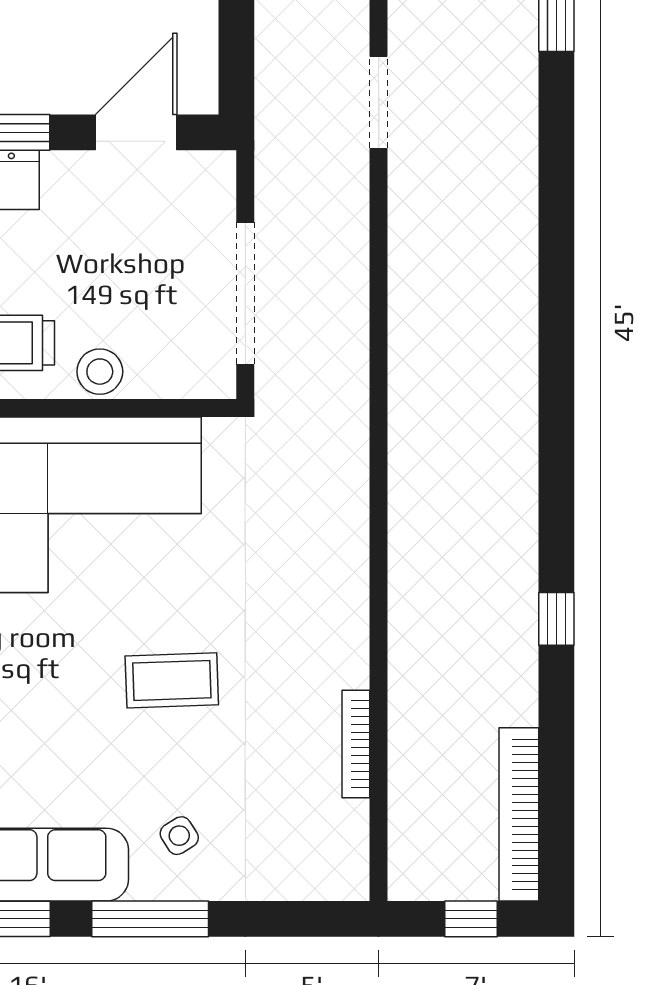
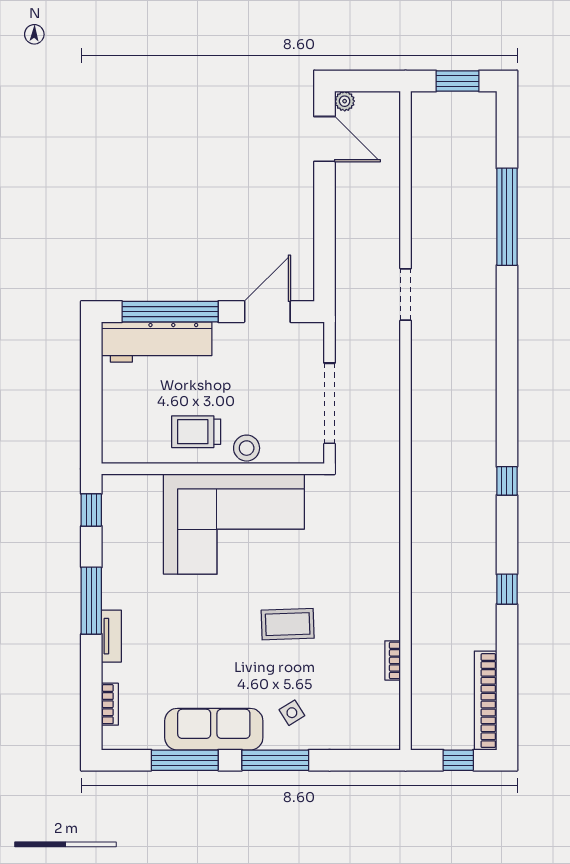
window: (556, 429) -> (507, 481), added
bookcase: (356, 744) -> (393, 660), width x0.64

